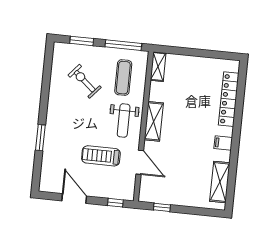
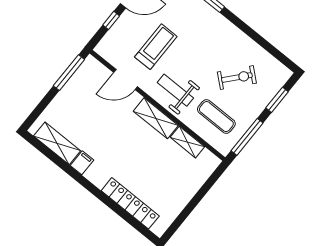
shelving: (158, 67) -> (187, 142), moved
filing cabinet: (223, 143) -> (82, 163), moved
window: (115, 203) -> (111, 20), moved
window: (162, 207) -> (69, 73), width x2.17

